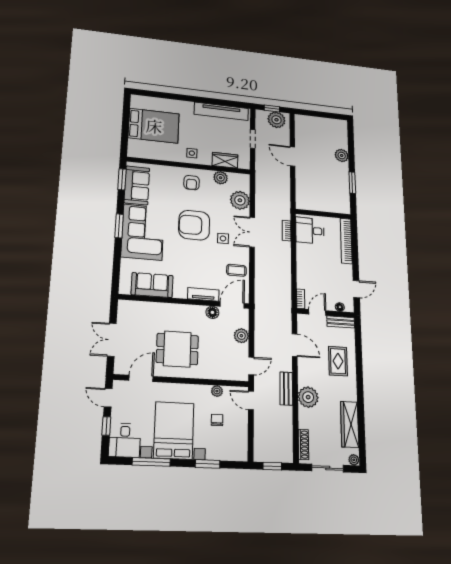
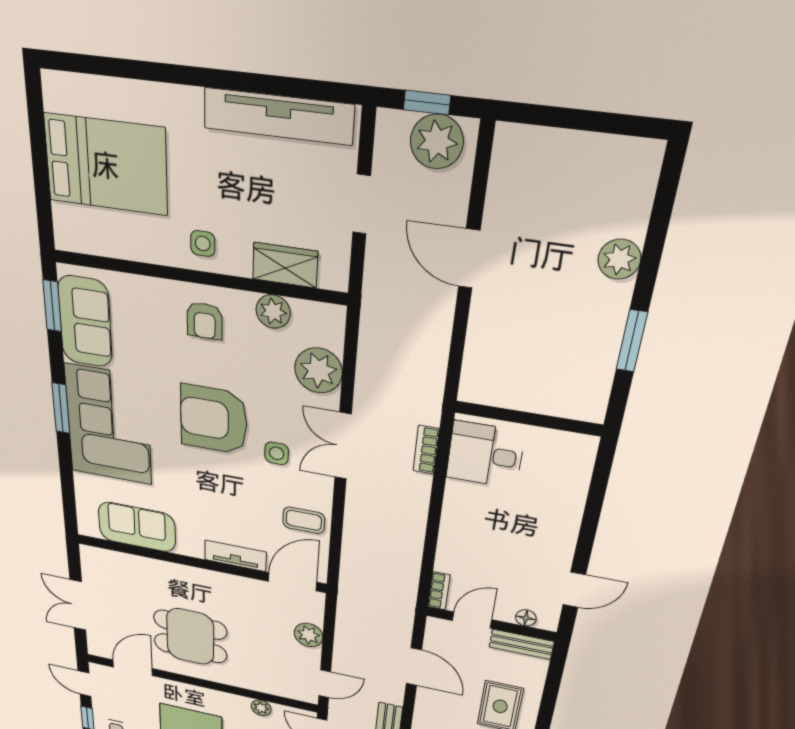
bookcase: (346, 241) -> (575, 487), removed
floor lamp: (212, 312) -> (253, 589), removed

